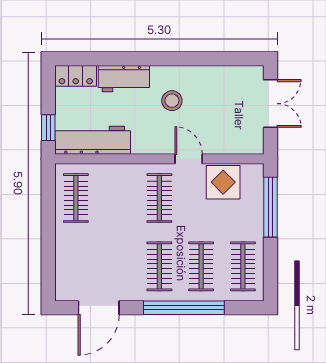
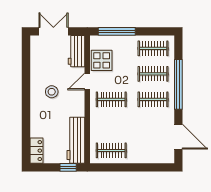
workbench: (124, 79) -> (76, 51), moved, turned 180

